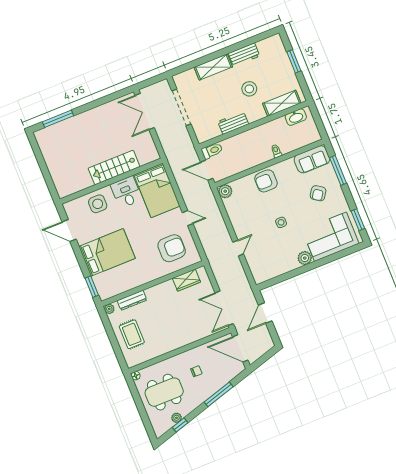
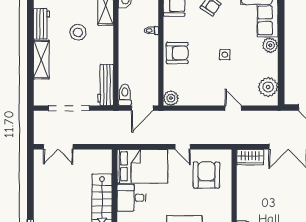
double door: (145, 111) -> (58, 147), width x0.73
workbench: (233, 123) -> (106, 85), moved, width x1.38
armchair: (266, 181) -> (177, 53), turned -90
door: (188, 218) -> (183, 147), swing flipped
plant: (268, 271) -> (268, 87), added
wardrobe: (186, 280) -> (250, 157), moved, turned 90

